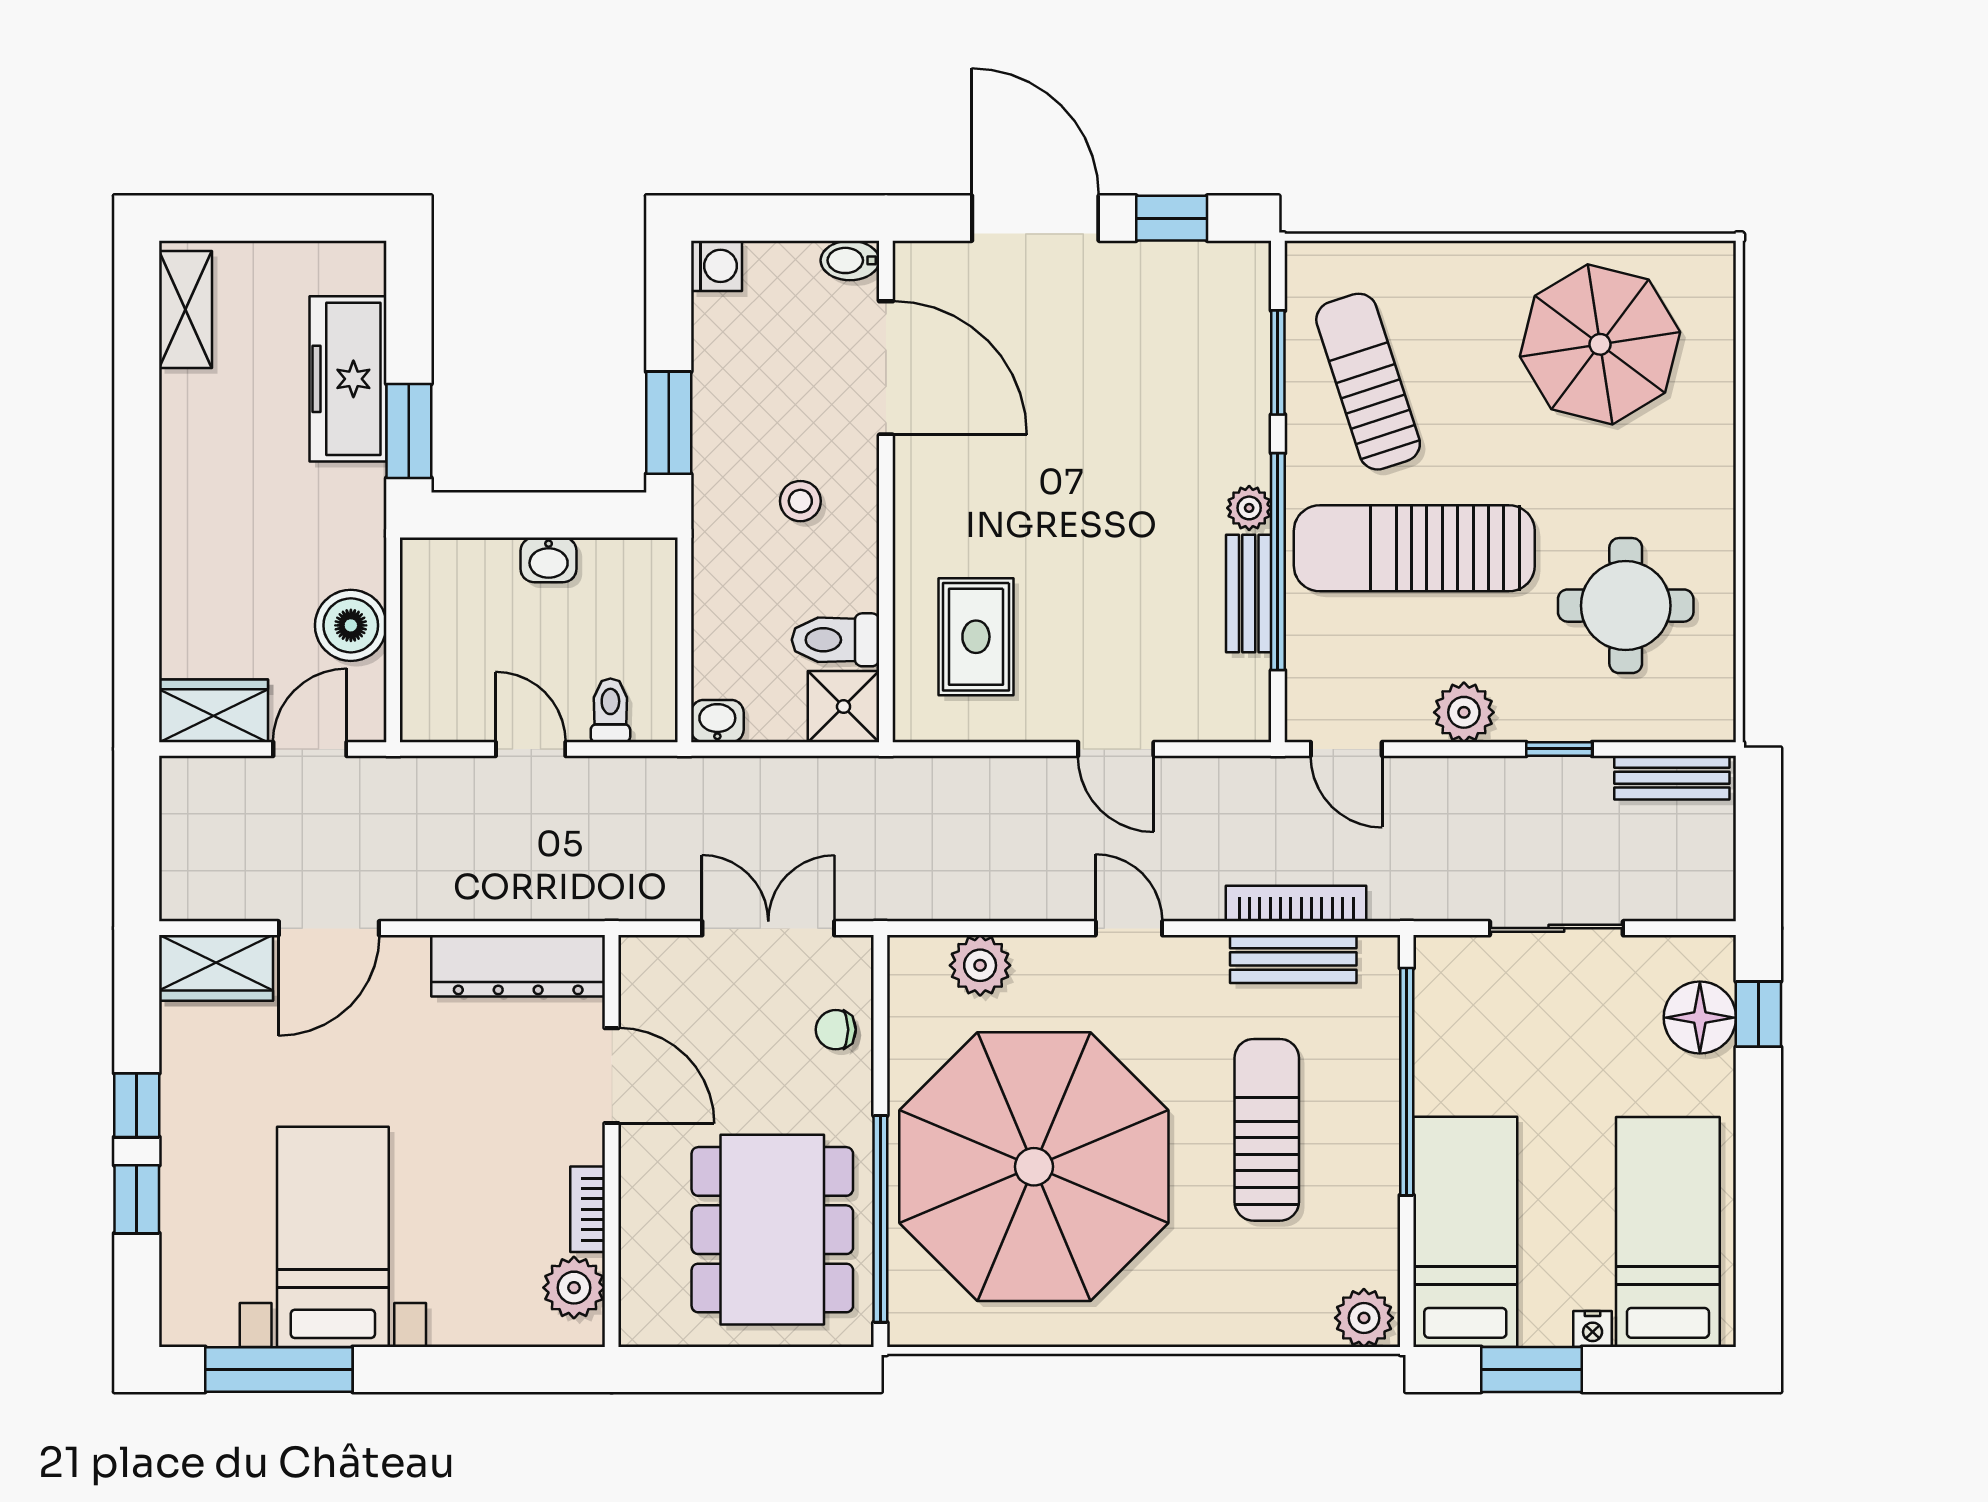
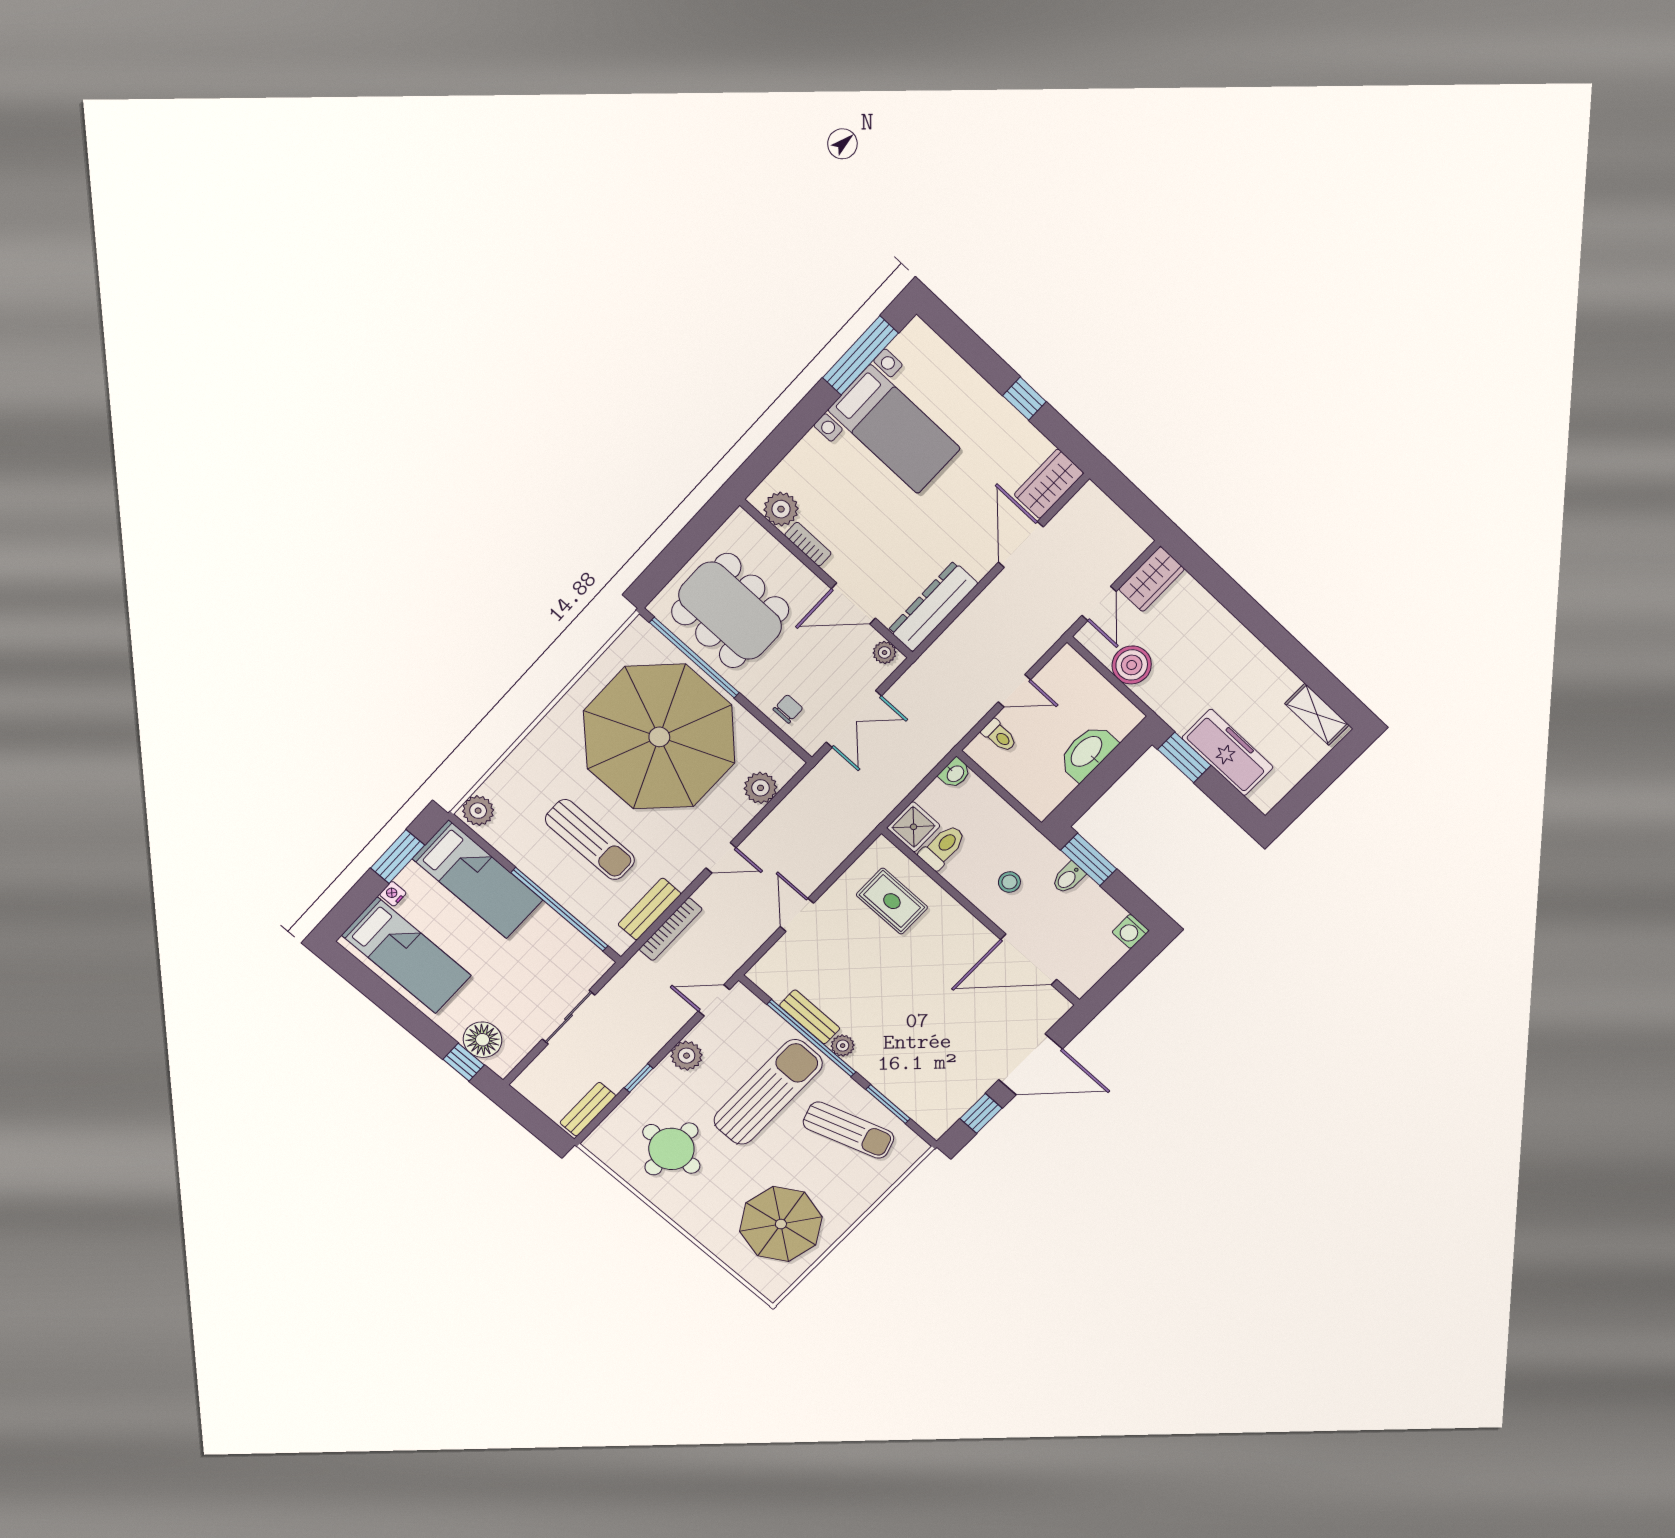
bidet: (850, 260) -> (1068, 878), moved, turned 180
washbasin: (549, 560) -> (1087, 752), width x1.91, depth x1.45
door: (1116, 749) -> (797, 915), hinge flipped
plant: (639, 972) -> (885, 653), added
window: (137, 1199) -> (986, 362), removed

